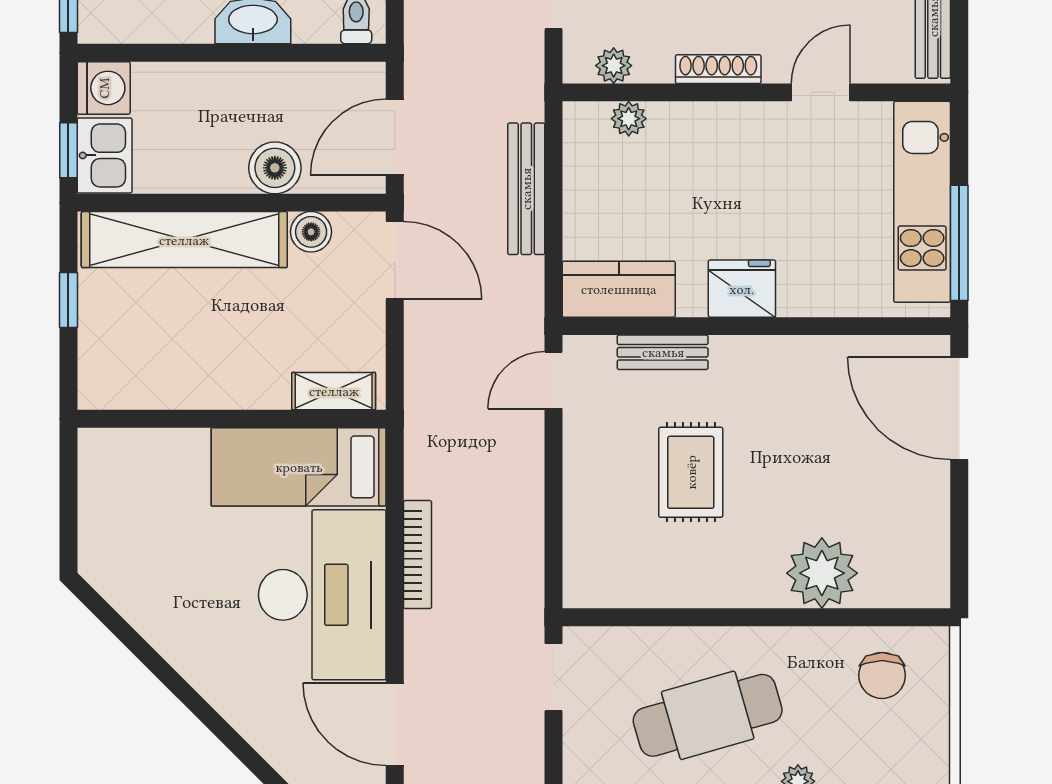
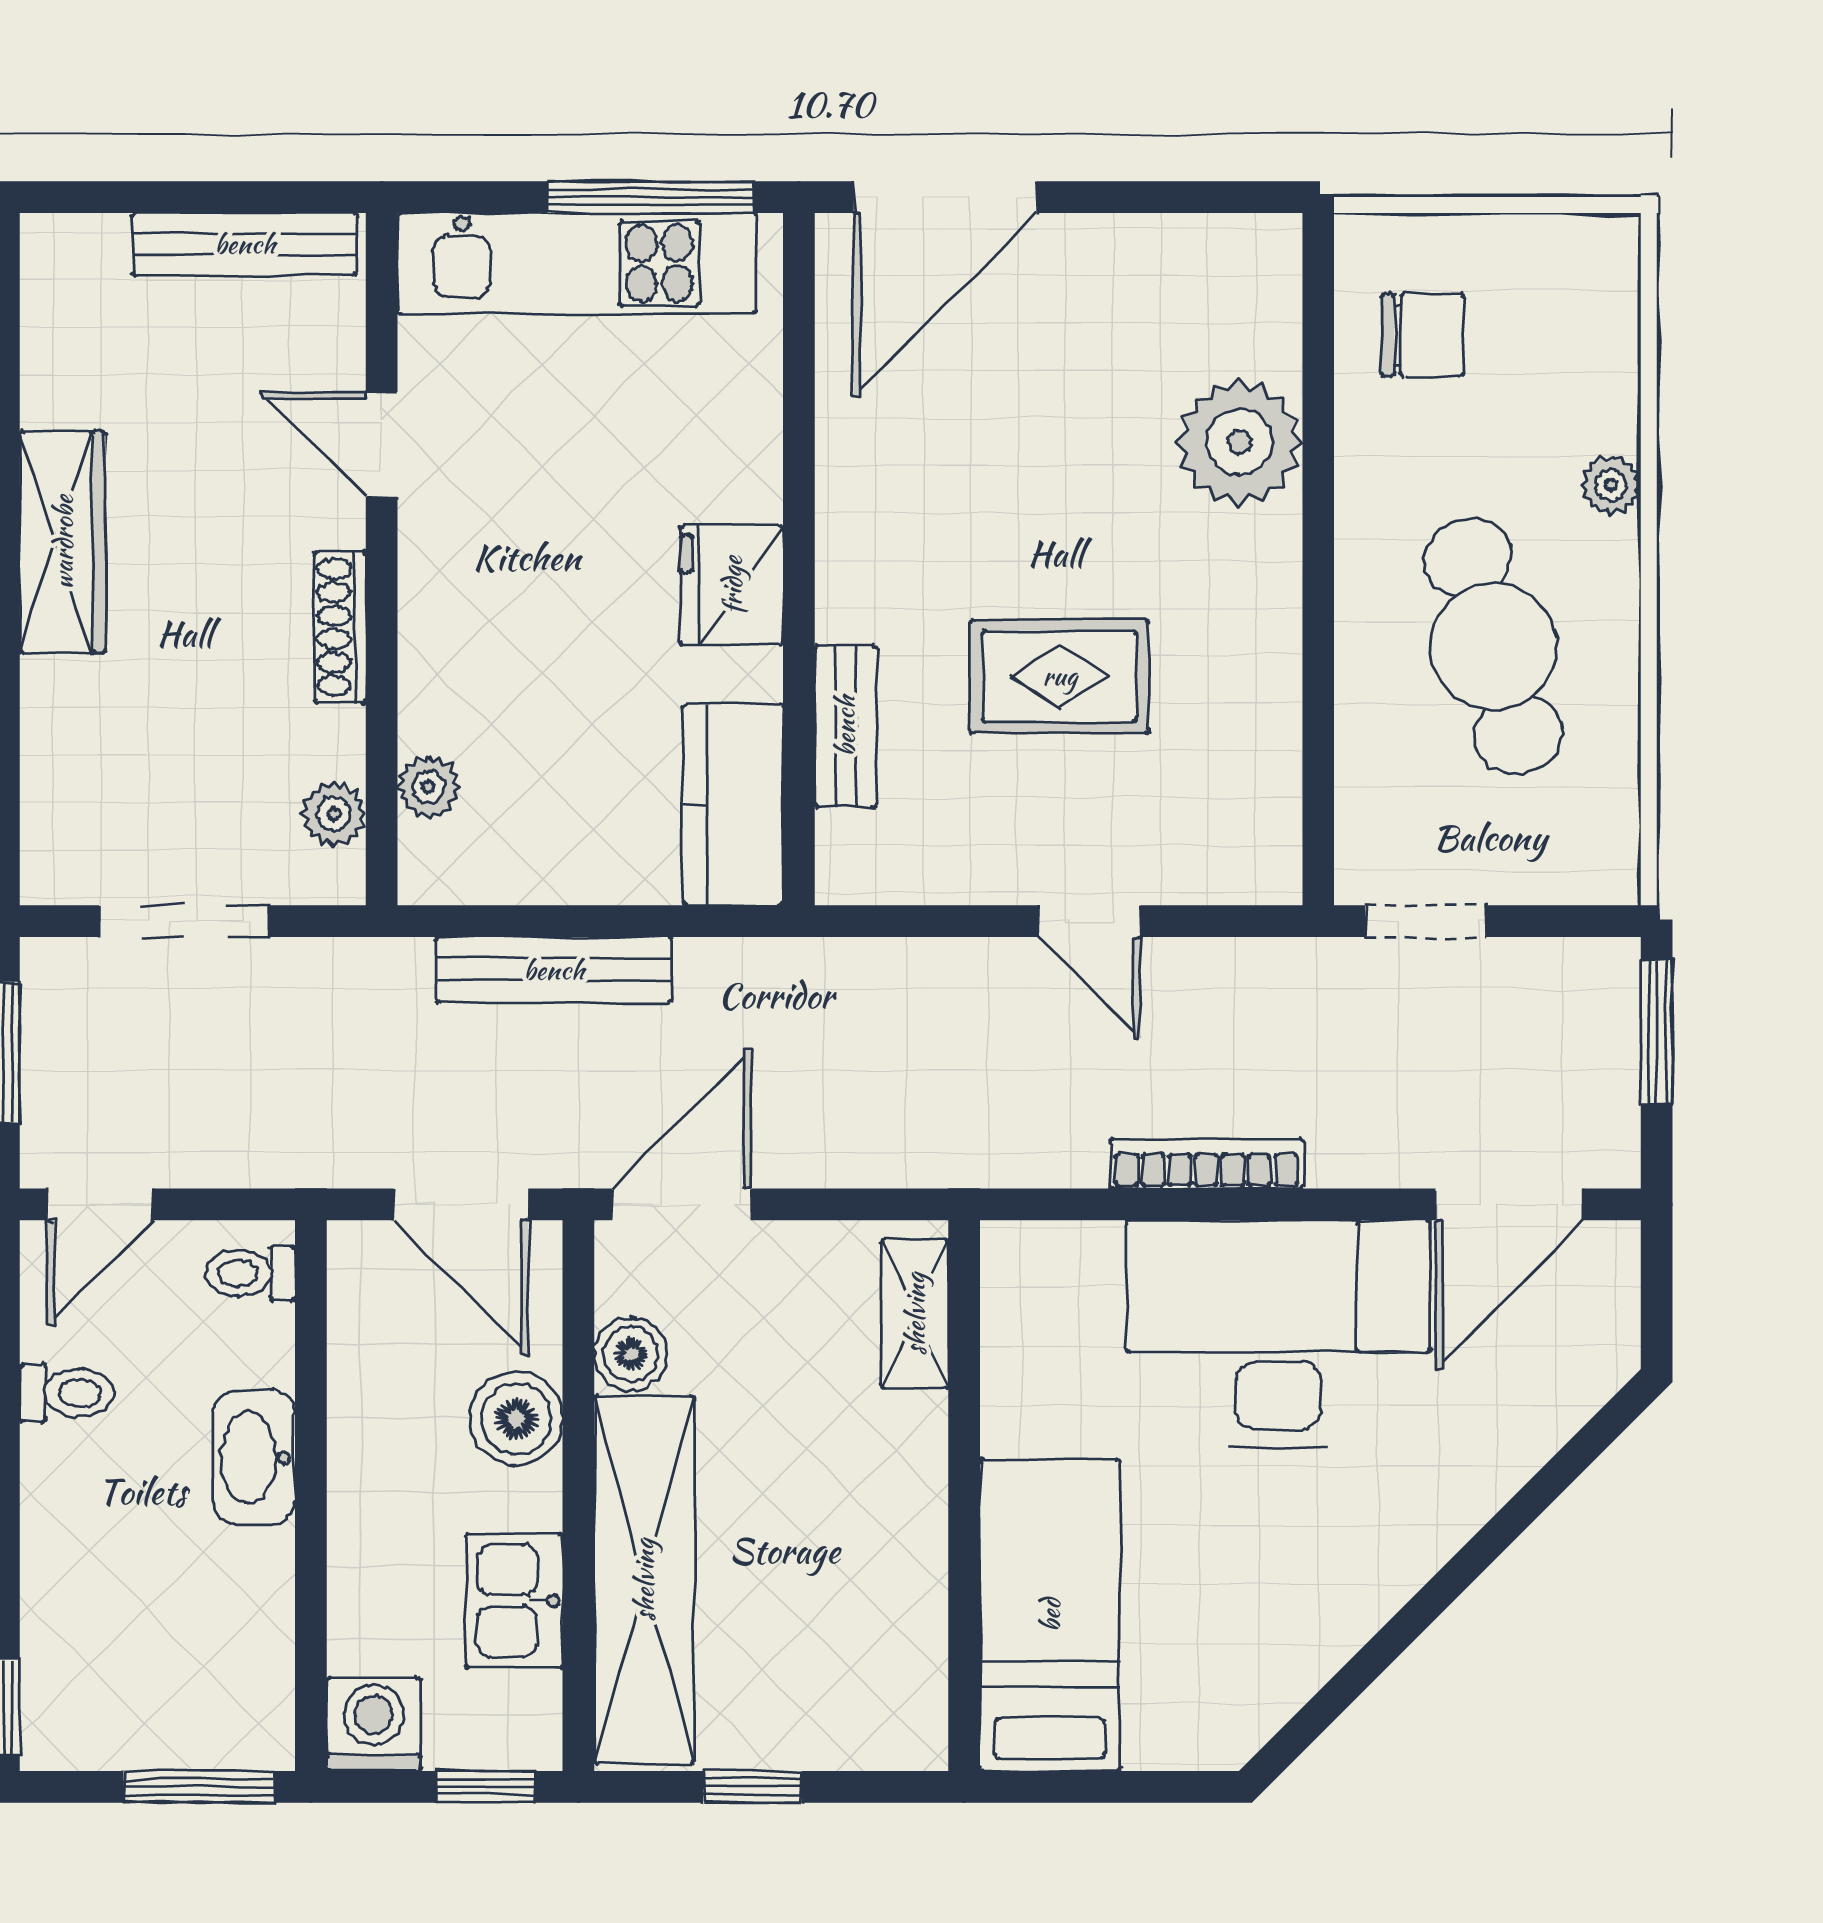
kitchen sink: (105, 155) -> (514, 1601), moved, turned -90
door: (554, 380) -> (1090, 921), moved
bed: (299, 467) -> (1050, 1615), moved, turned 180

